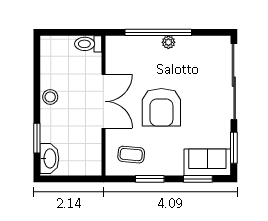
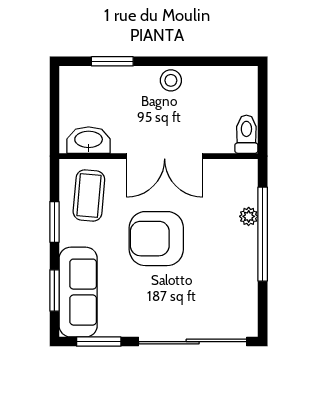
plant: (168, 42) -> (249, 216), moved
coffee table: (131, 155) -> (89, 196), width x1.36, depth x1.30
washbasin: (49, 158) -> (89, 140), moved, turned 180
sofa: (207, 162) -> (78, 292), width x1.36

